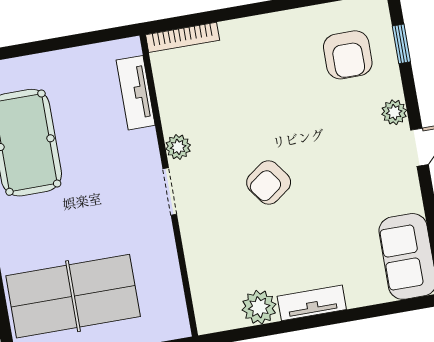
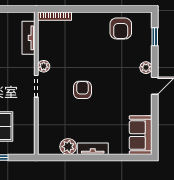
armchair: (348, 55) -> (121, 28), moved
armchair: (269, 182) -> (82, 90), turned 126

